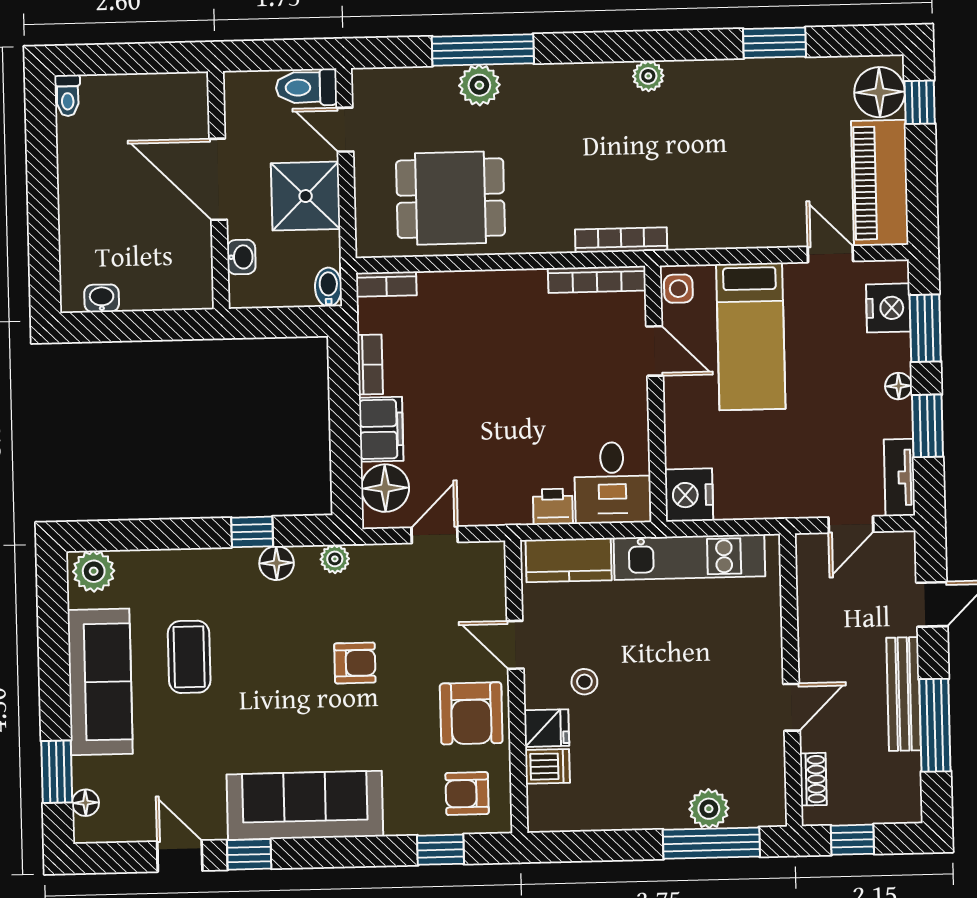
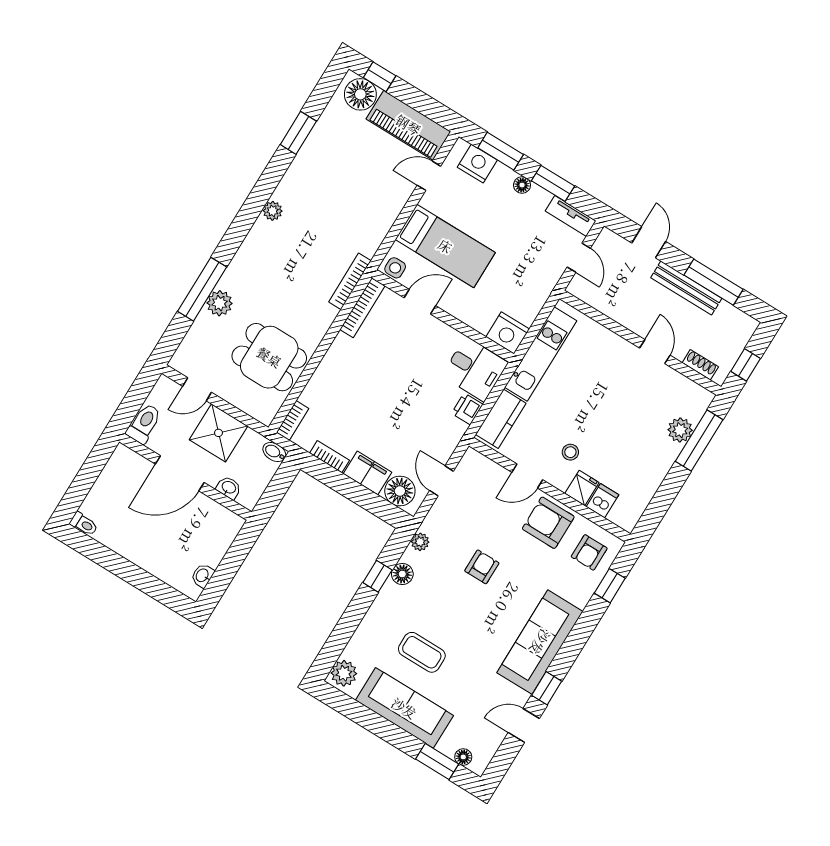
toilet: (306, 87) -> (144, 424), moved, turned 180
dining table: (450, 198) -> (269, 357), turned 90
armchair: (471, 713) -> (548, 523), turned 180

